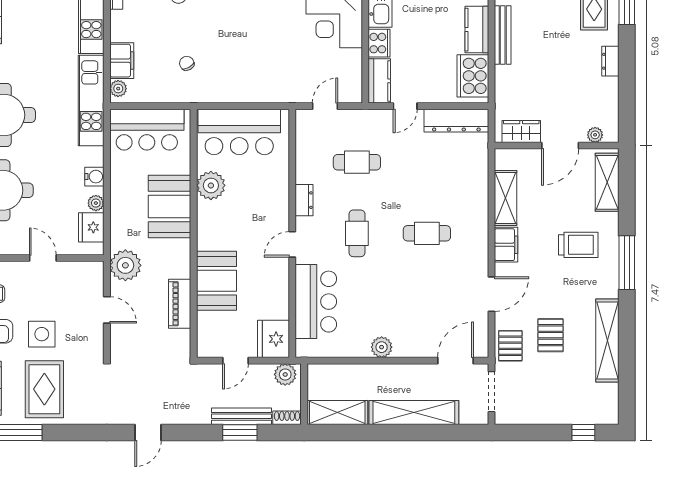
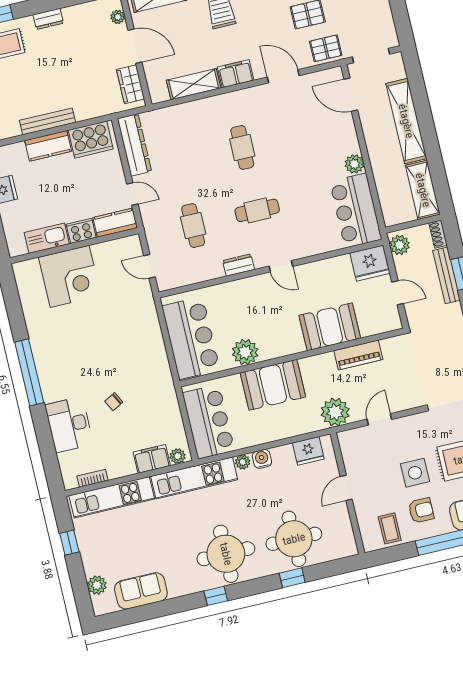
chair: (187, 63) -> (114, 402), moved
plant: (96, 203) -> (243, 462), moved
bar counter: (316, 302) -> (356, 210), moved, turned -90

